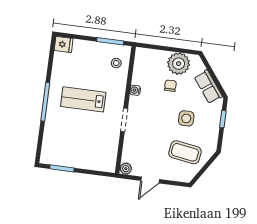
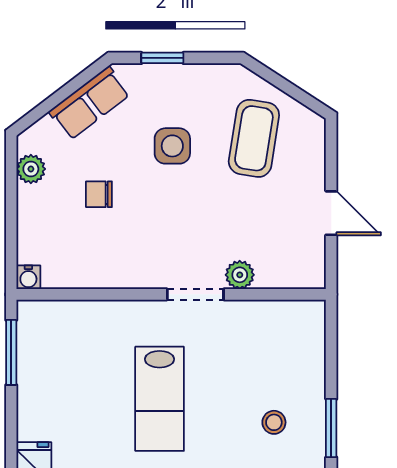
stool: (116, 63) -> (274, 422), moved
plant: (179, 64) -> (31, 169), width x0.53, depth x0.53
water cooler: (135, 90) -> (28, 277), moved
plant: (126, 169) -> (240, 275), moved

